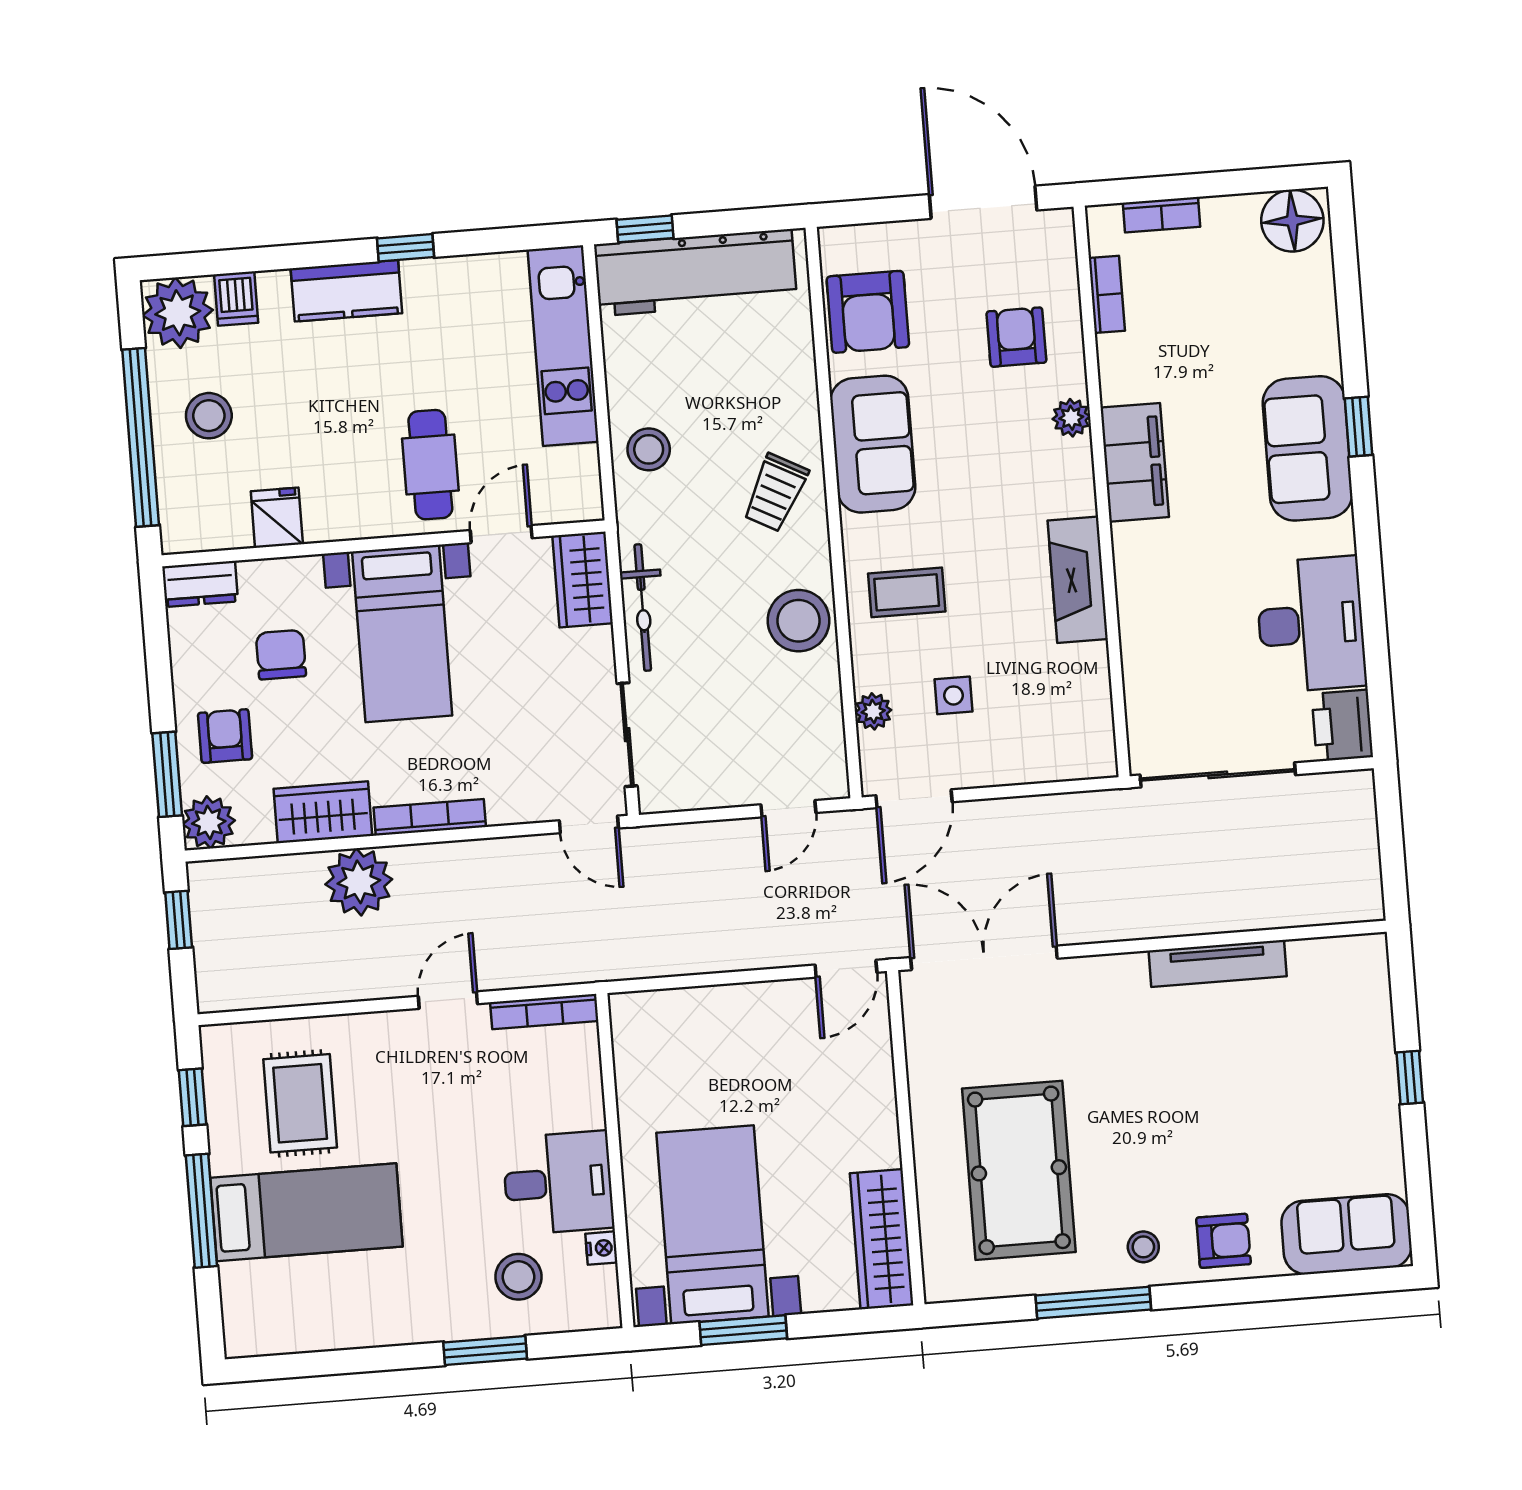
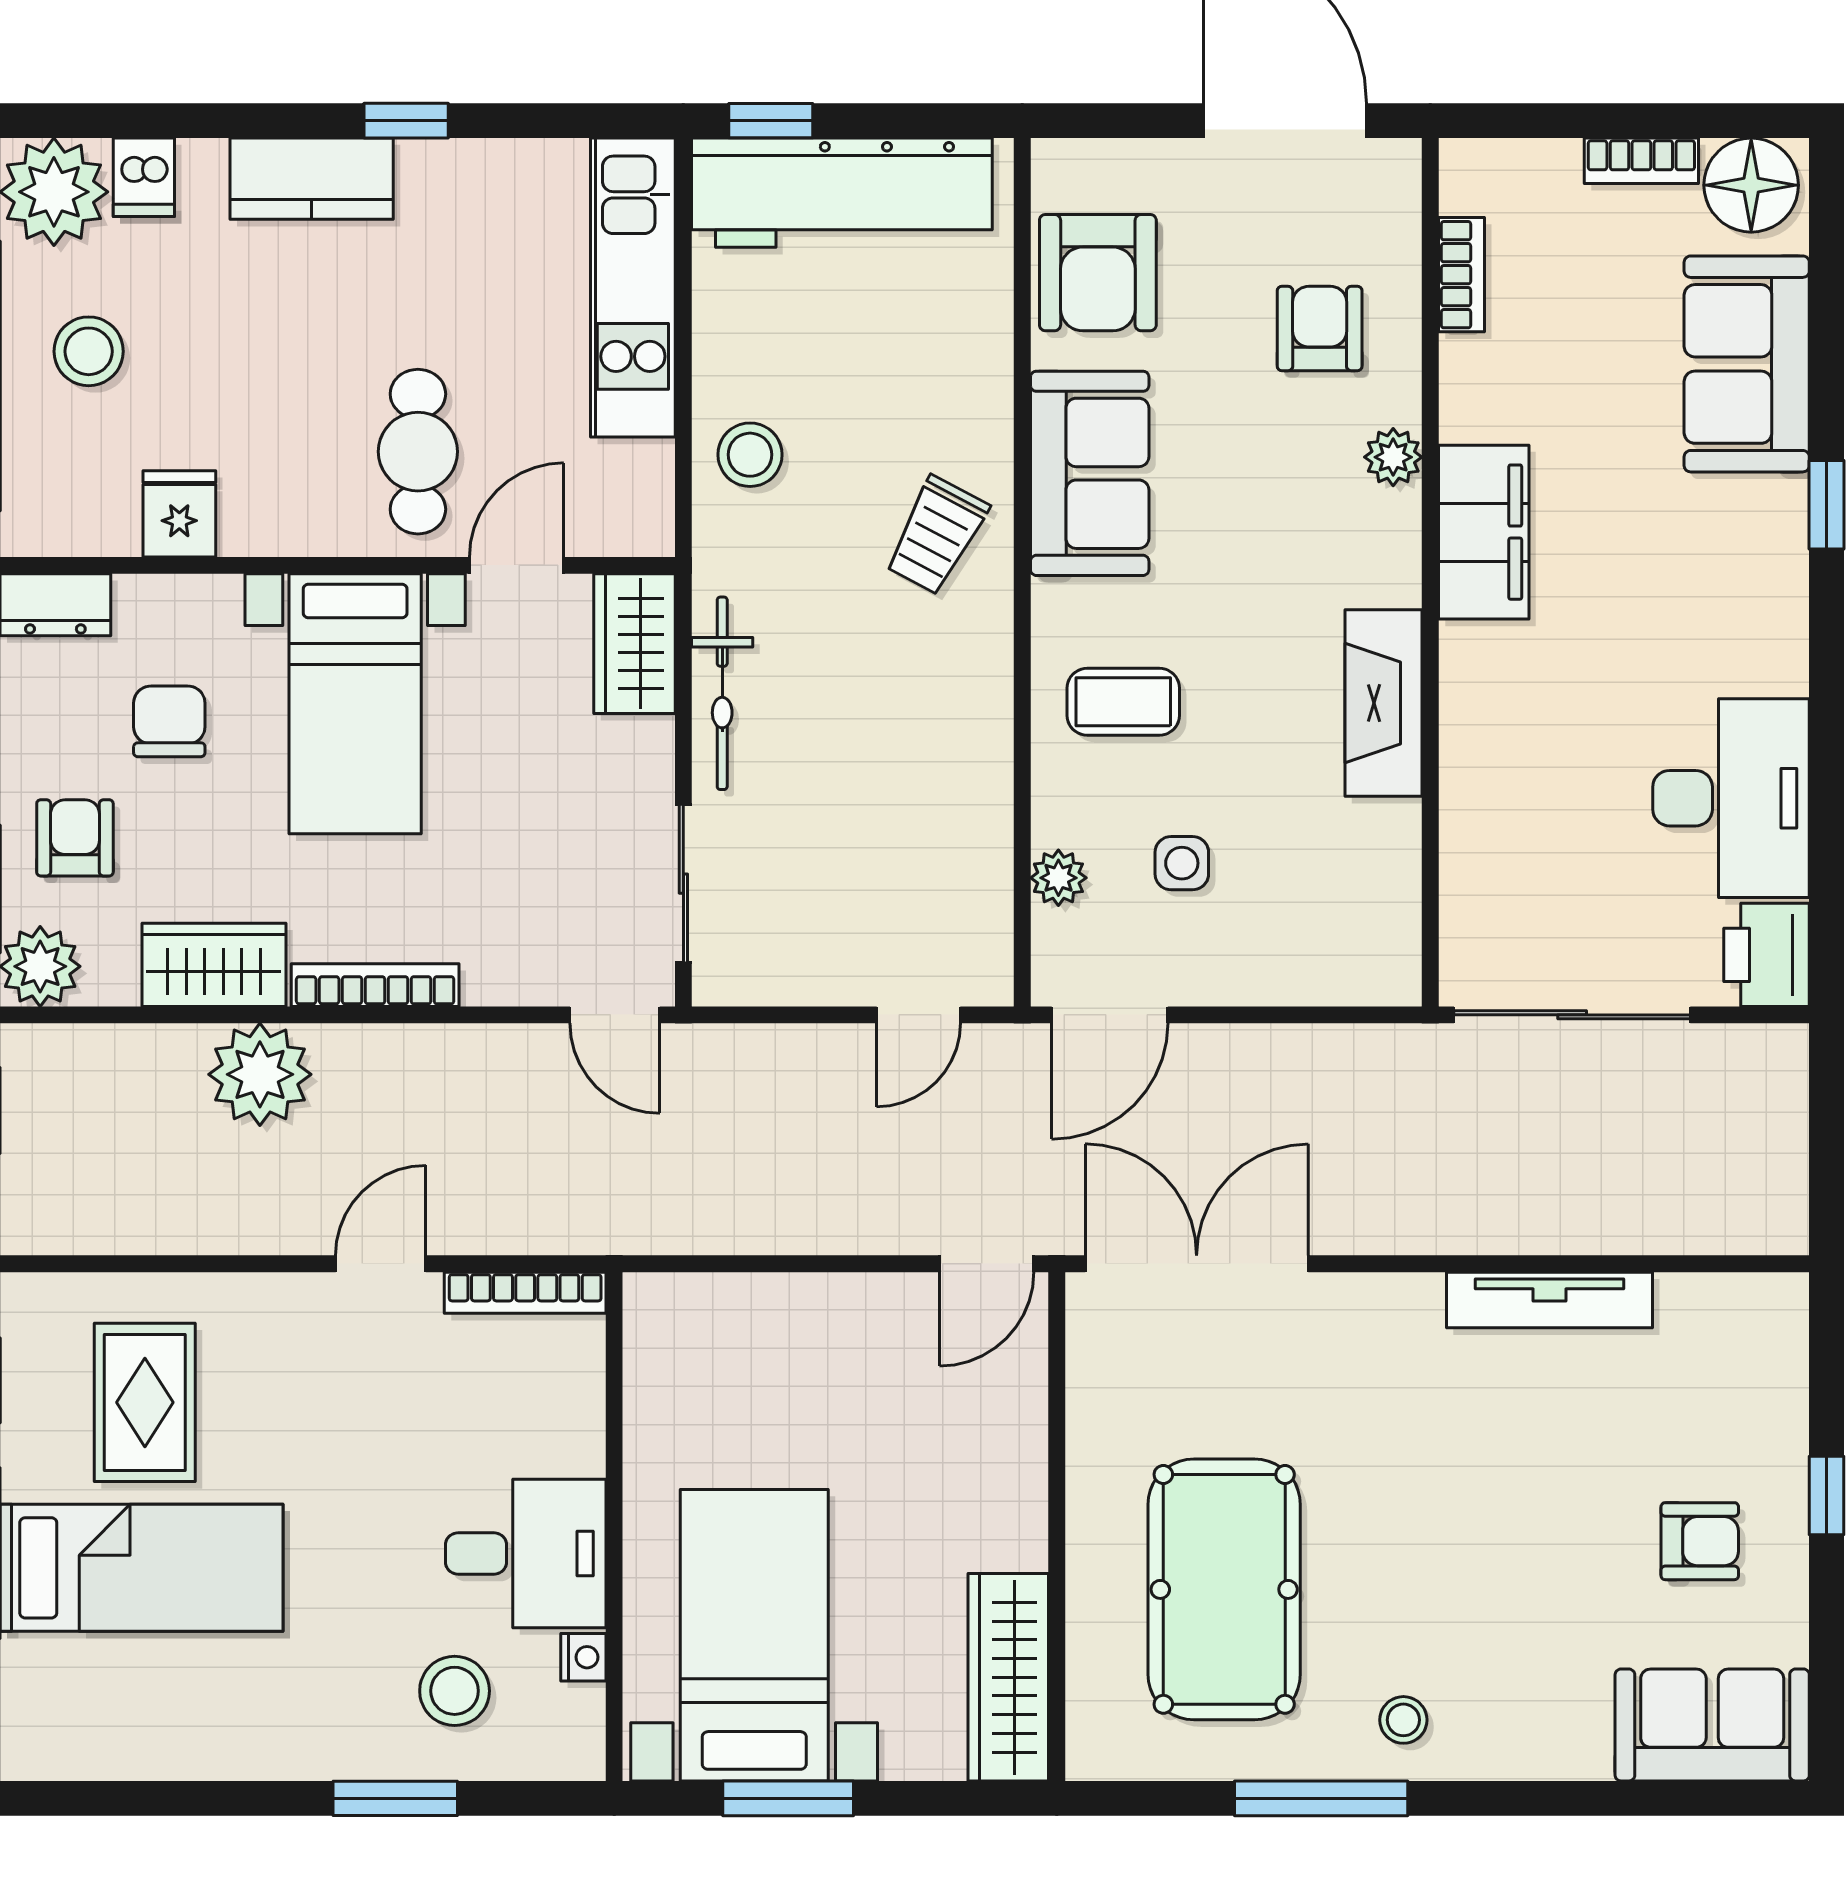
bookcase: (1162, 215) -> (1641, 161), moved
sofa: (1307, 448) -> (1747, 364), moved
stool: (799, 621) -> (956, 732), removed
armchair: (1224, 1241) -> (1700, 1541), moved

